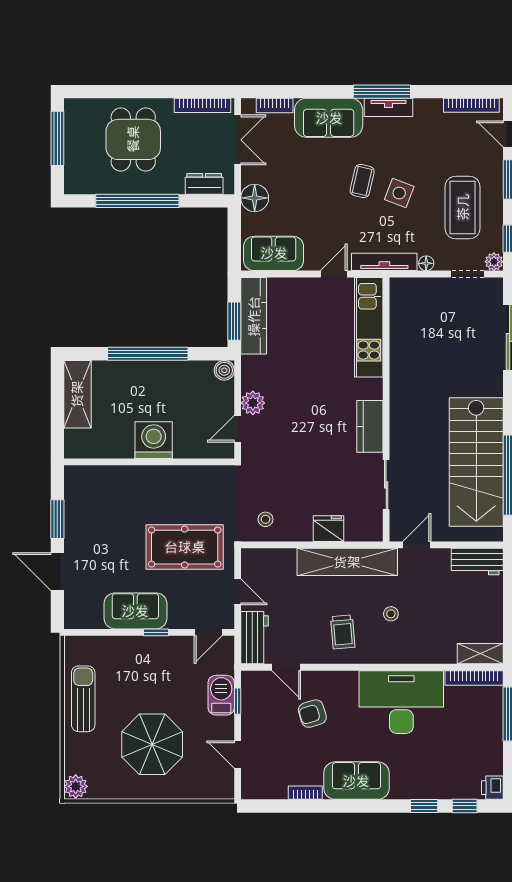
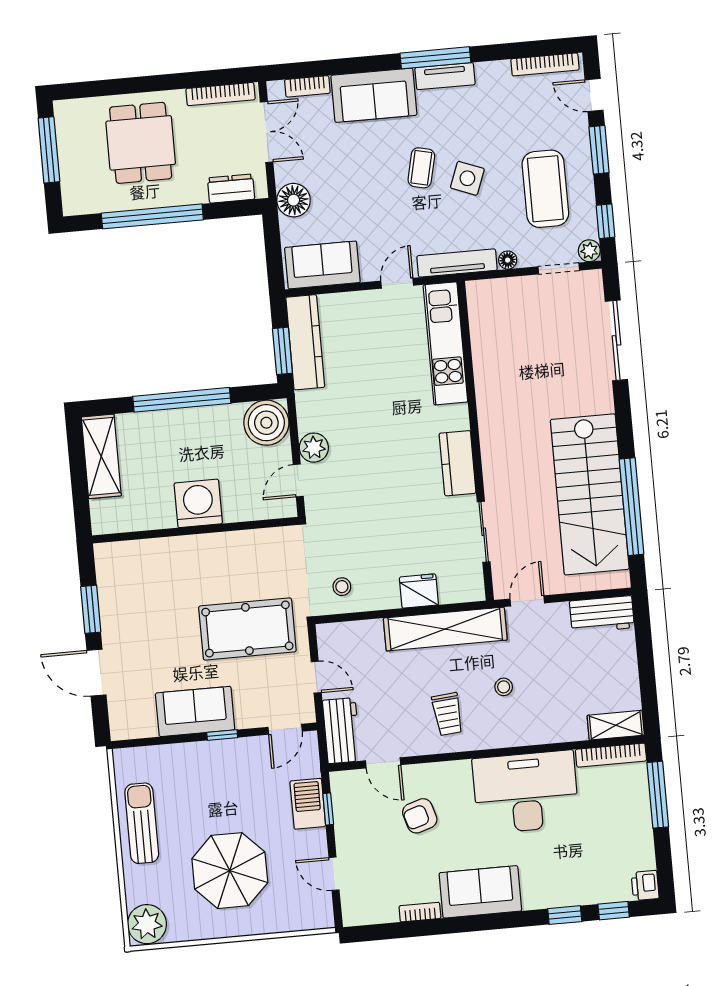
boiler: (224, 370) -> (266, 423), width x1.86, depth x1.86
plant: (76, 786) -> (147, 924), width x1.36, depth x1.36

